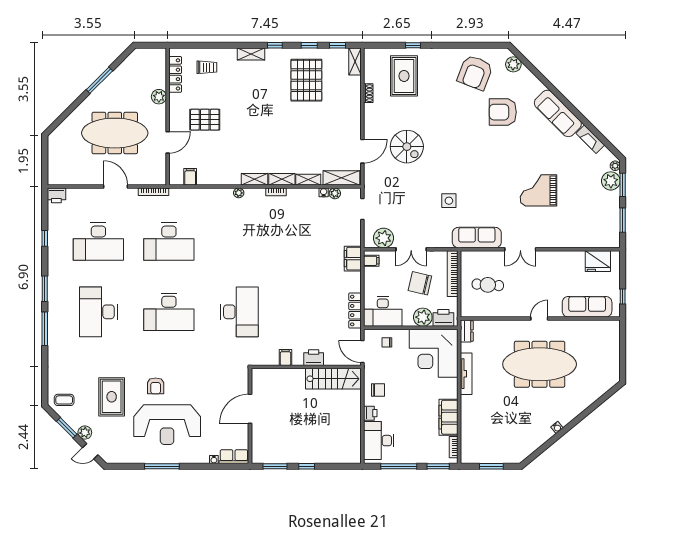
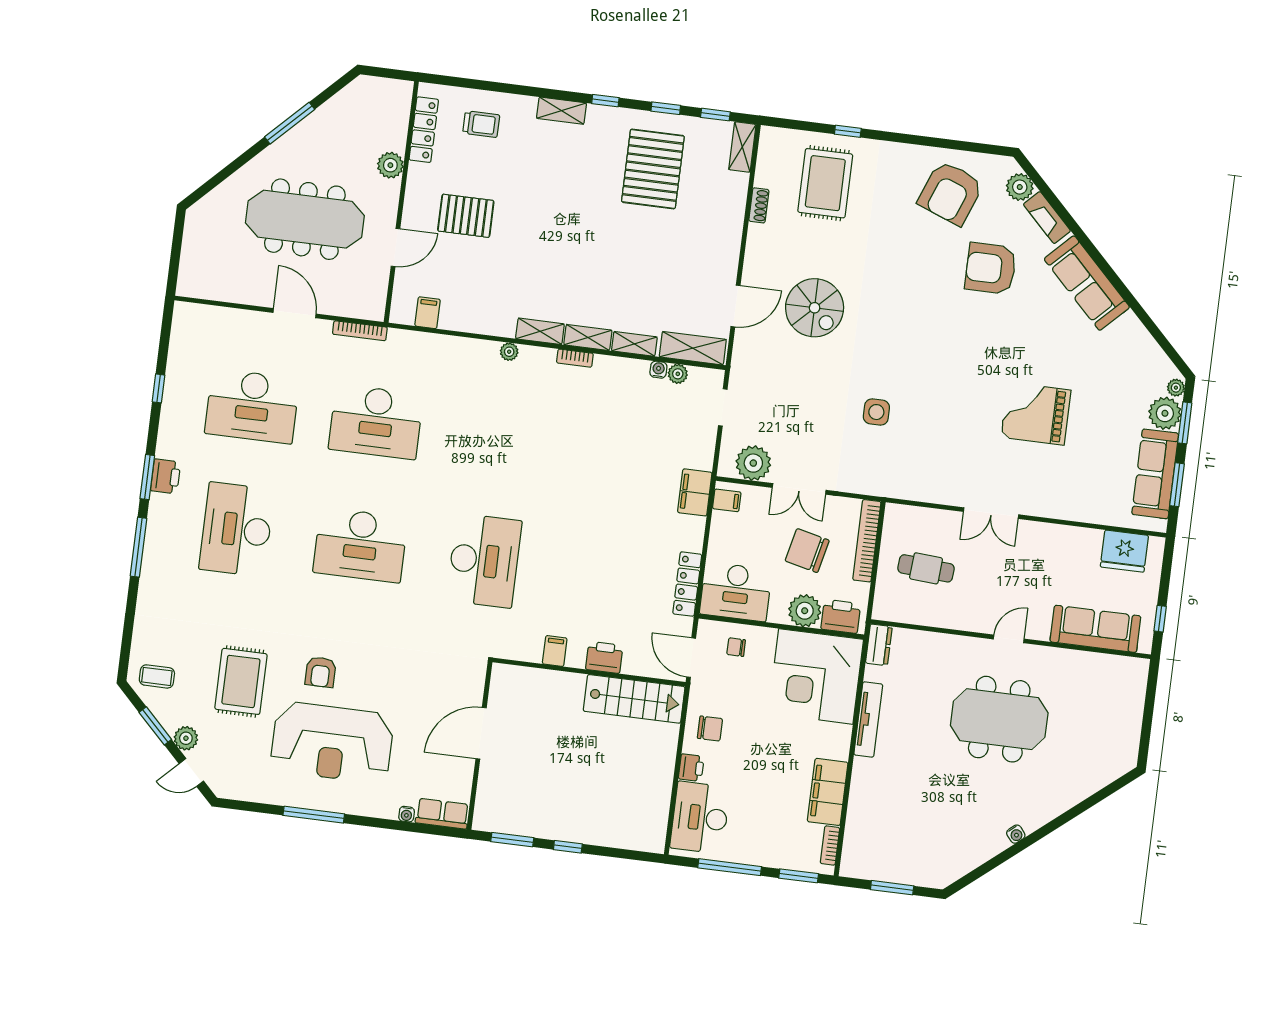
fireplace: (590, 139) -> (1047, 218), moved
printer: (56, 195) -> (166, 476), moved, turned -90
sofa: (477, 238) -> (1155, 474), moved, turned -90
meeting table: (540, 364) -> (999, 719), width x0.73

